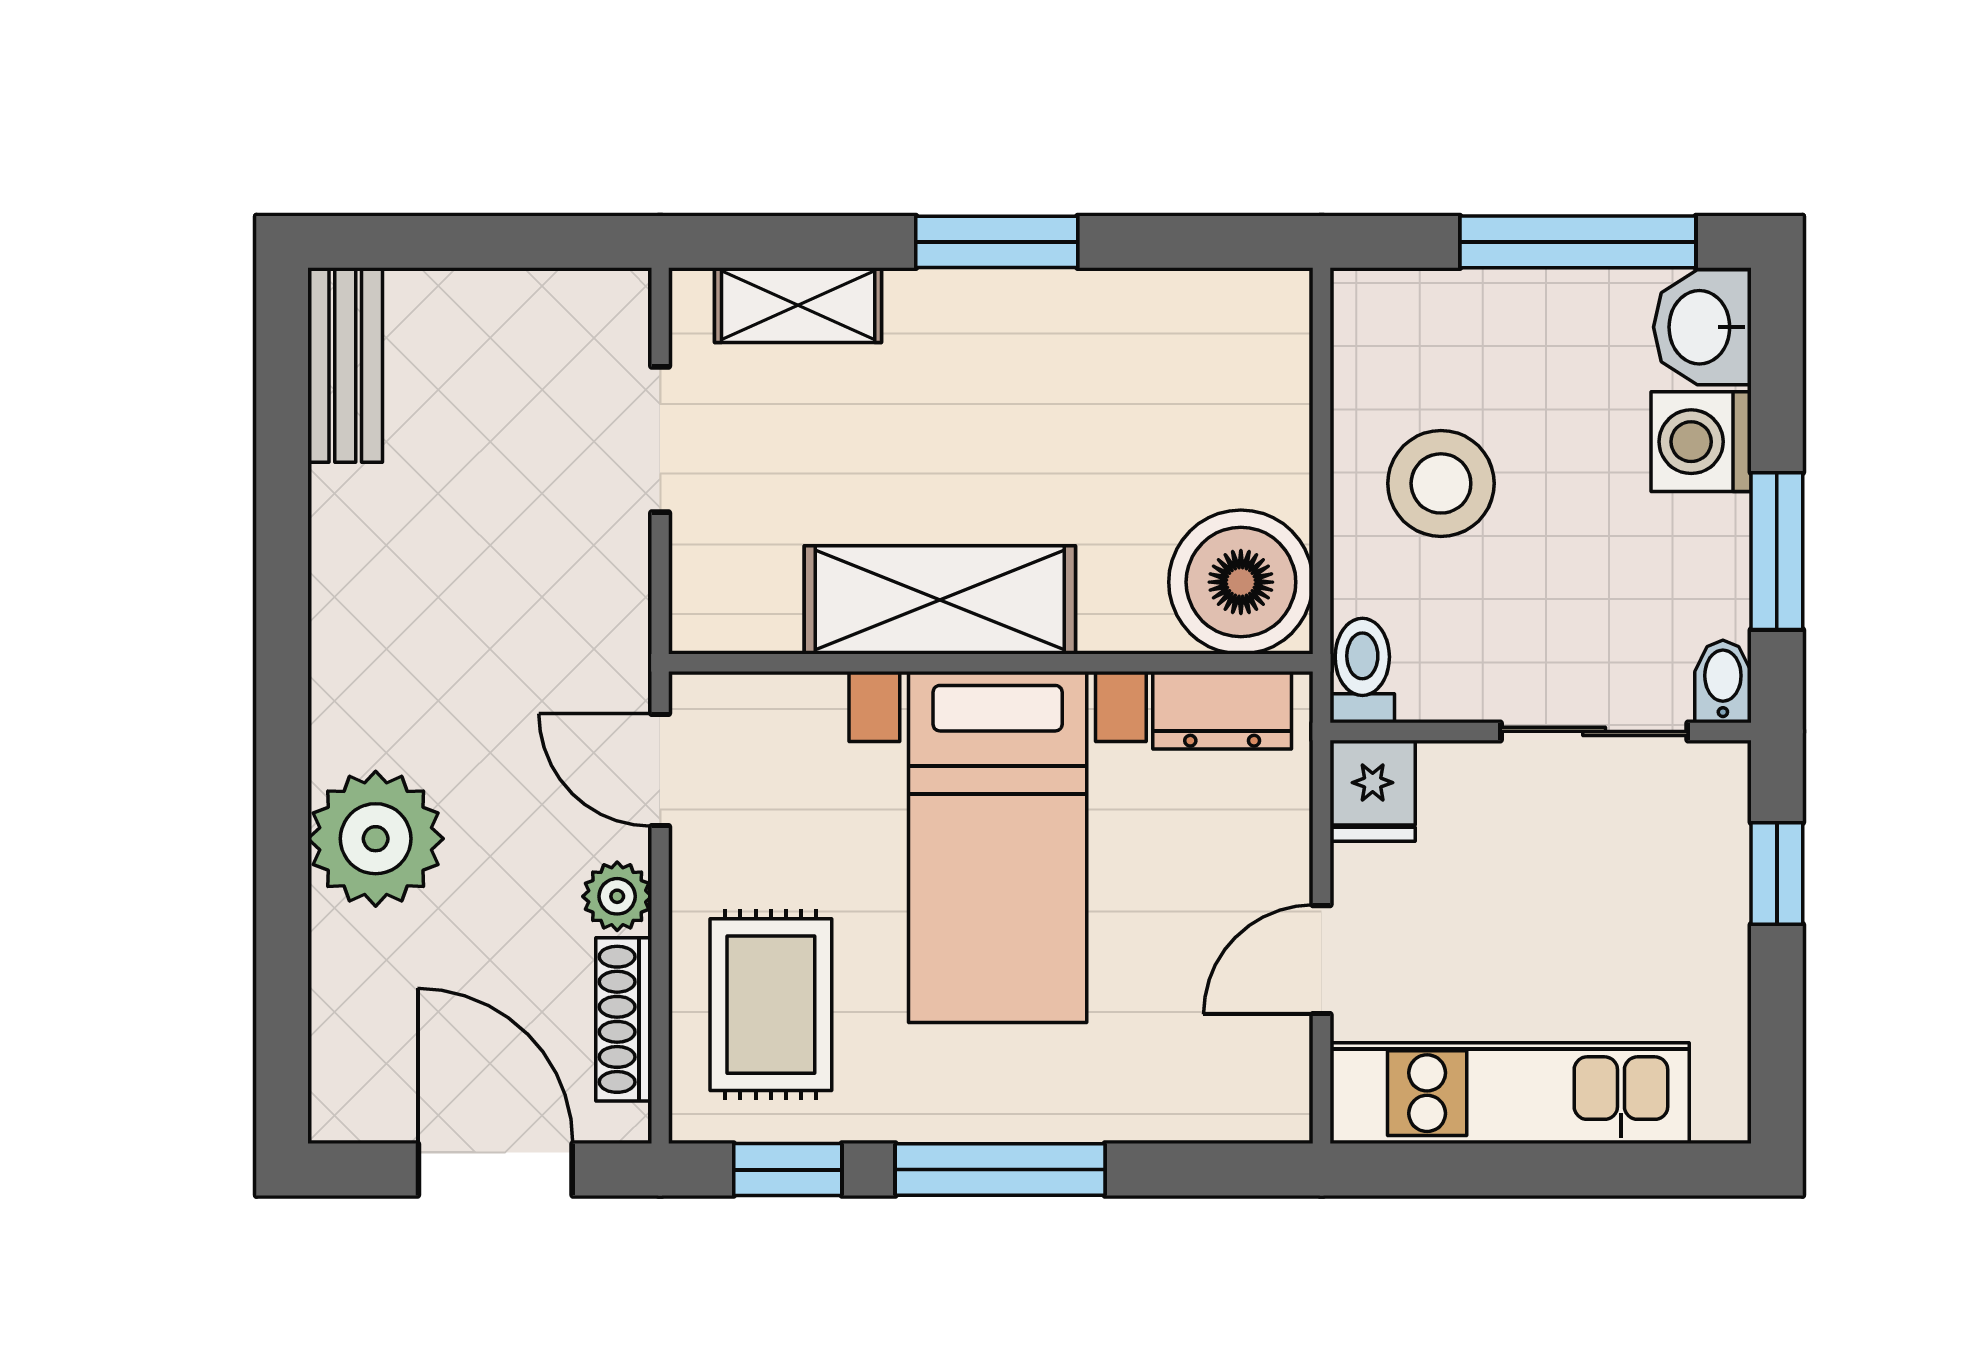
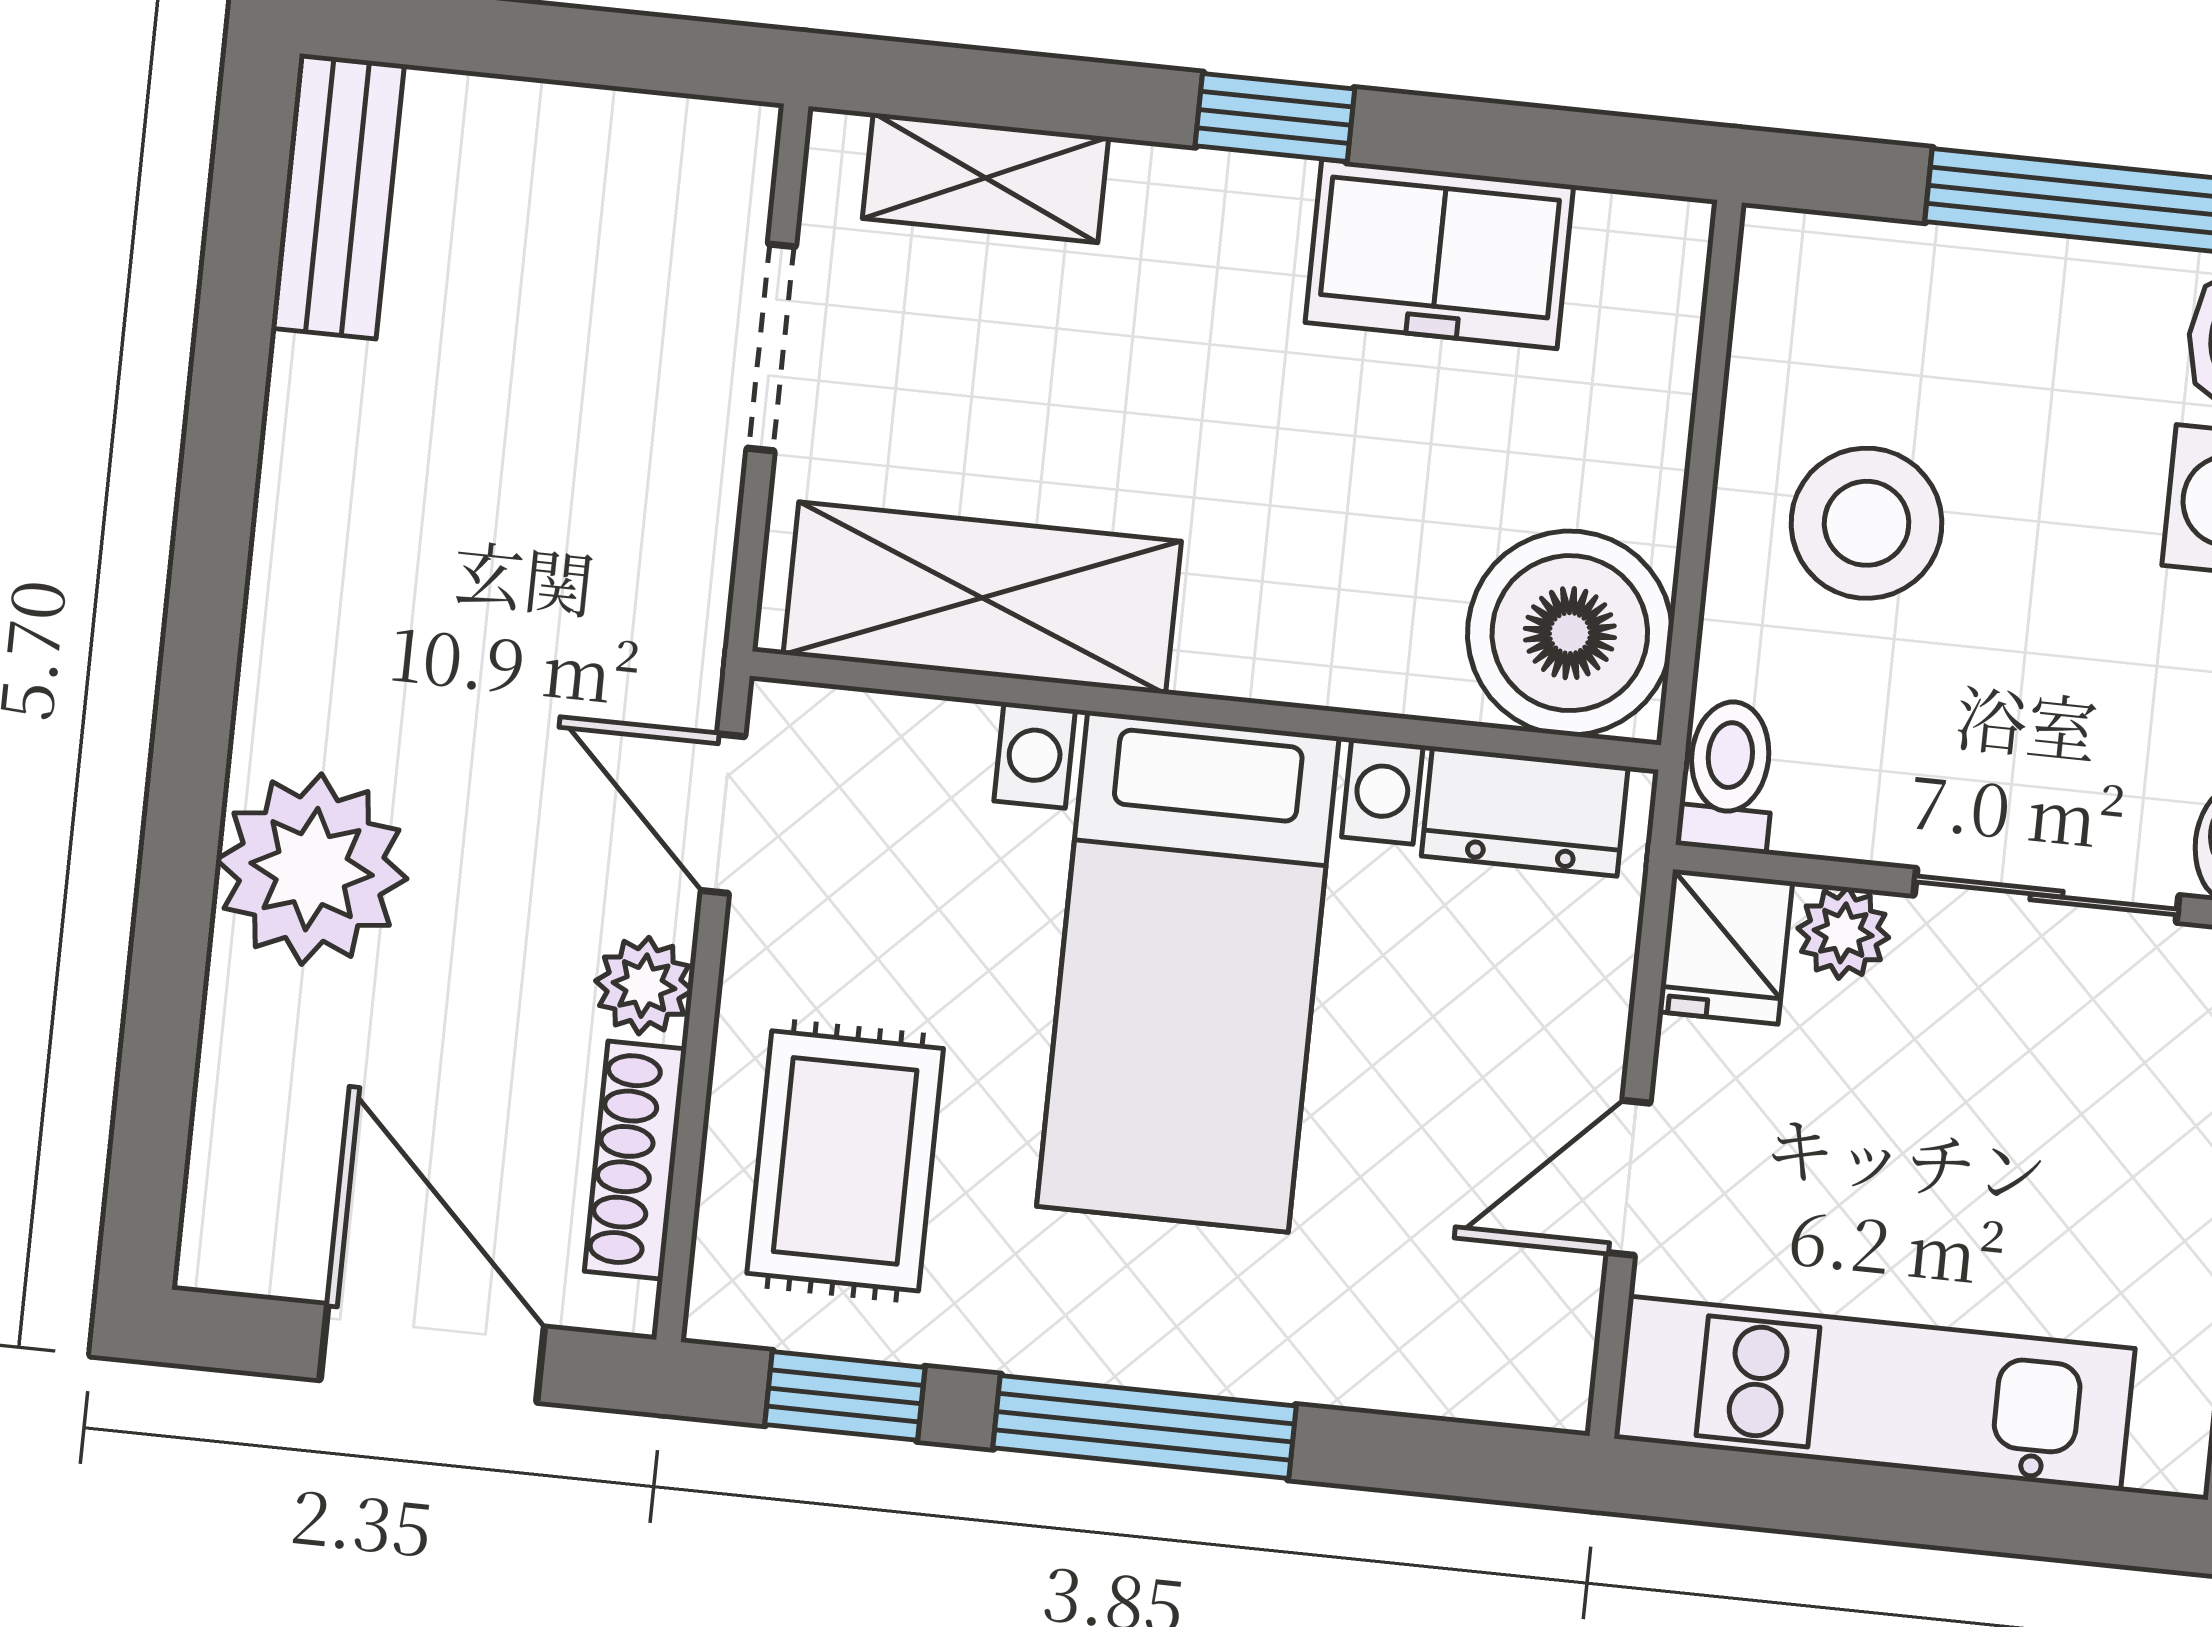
window: (997, 242) -> (1275, 117), width x0.67
freezer: (1122, 326) -> (1439, 254), added
shelving: (940, 600) -> (982, 598), moved
plant: (1454, 772) -> (1843, 933), added

